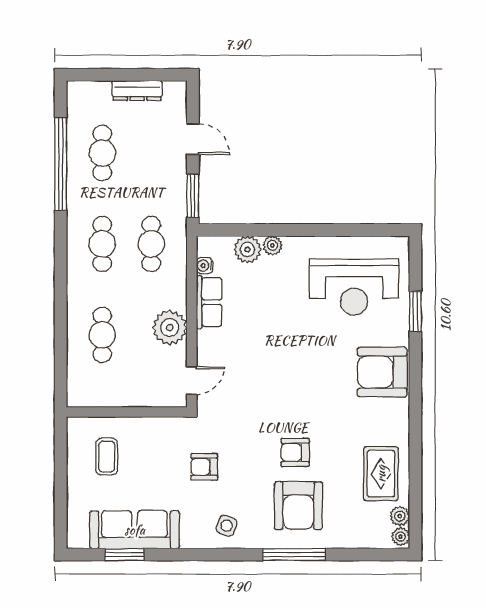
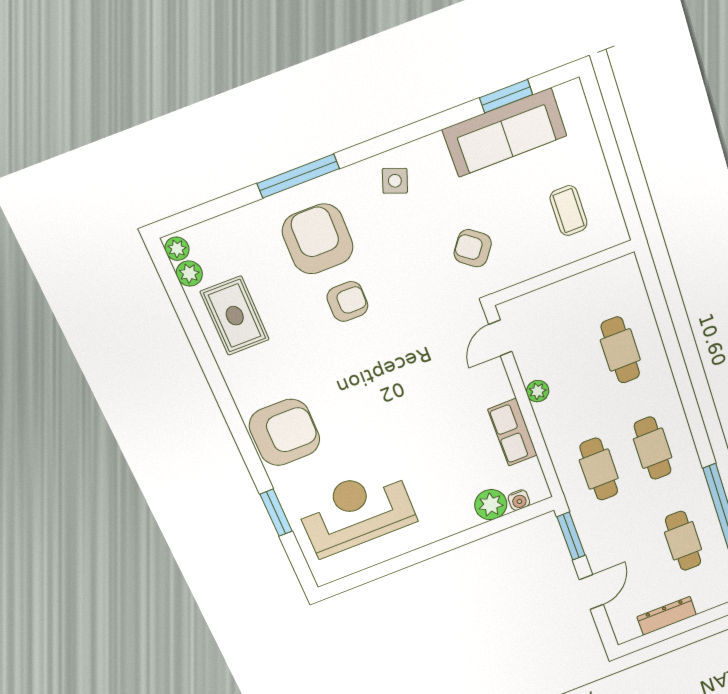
door: (193, 139) -> (591, 592), swing flipped
plant: (272, 245) -> (465, 519), removed
water cooler: (204, 266) -> (519, 500), moved, turned 90
plant: (170, 328) -> (538, 391), width x0.53, depth x0.53
armchair: (204, 467) -> (473, 248), moved, turned -143

